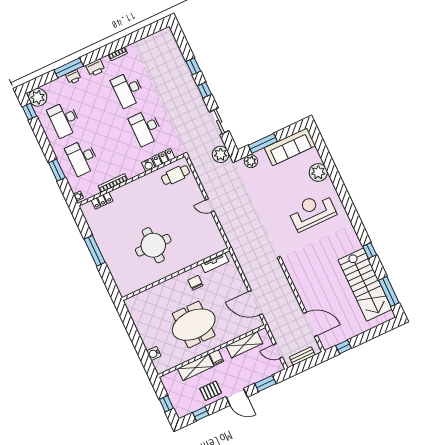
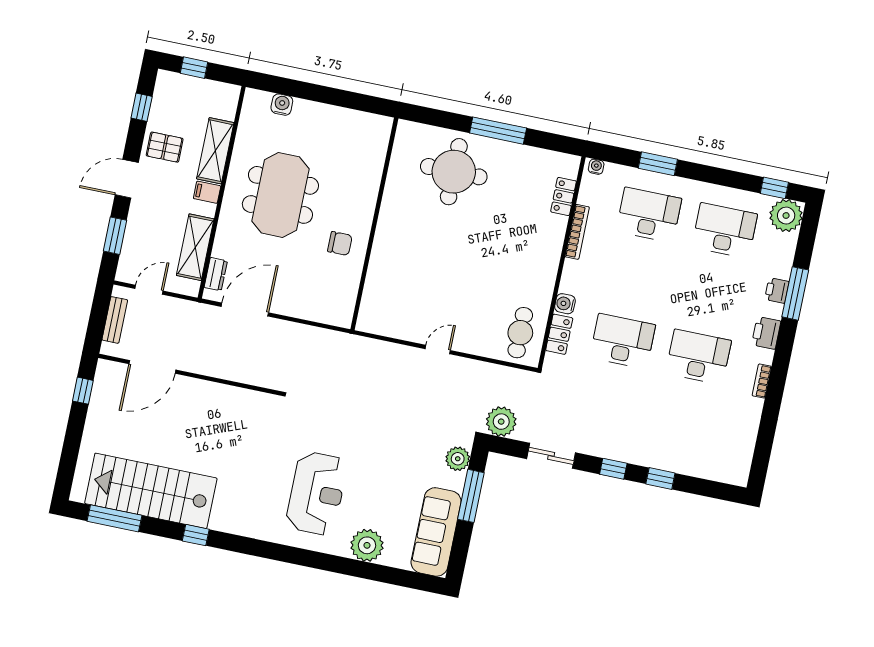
round table: (153, 245) -> (454, 172), moved
tv unit: (215, 263) -> (348, 294), removed
dresser: (249, 327) -> (216, 274), added
pallet: (211, 391) -> (165, 147), turned 90

